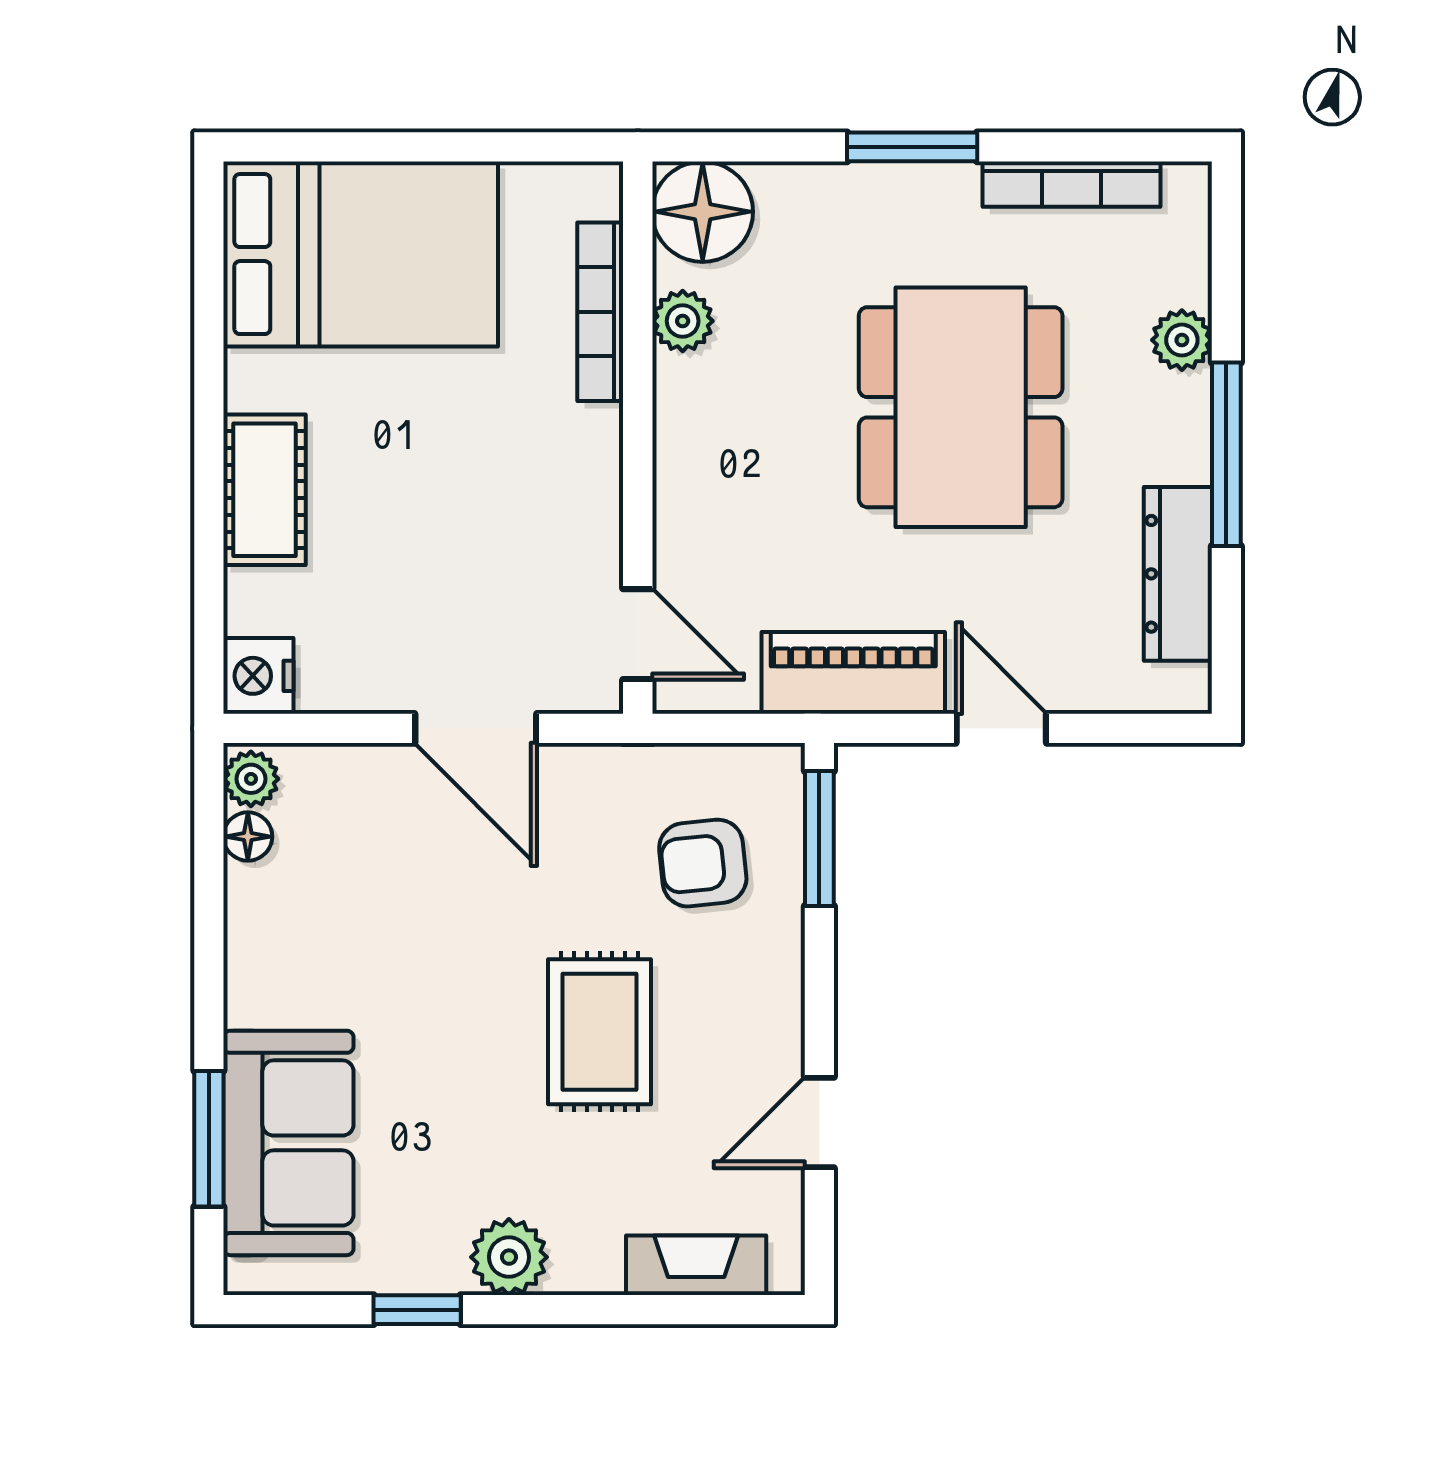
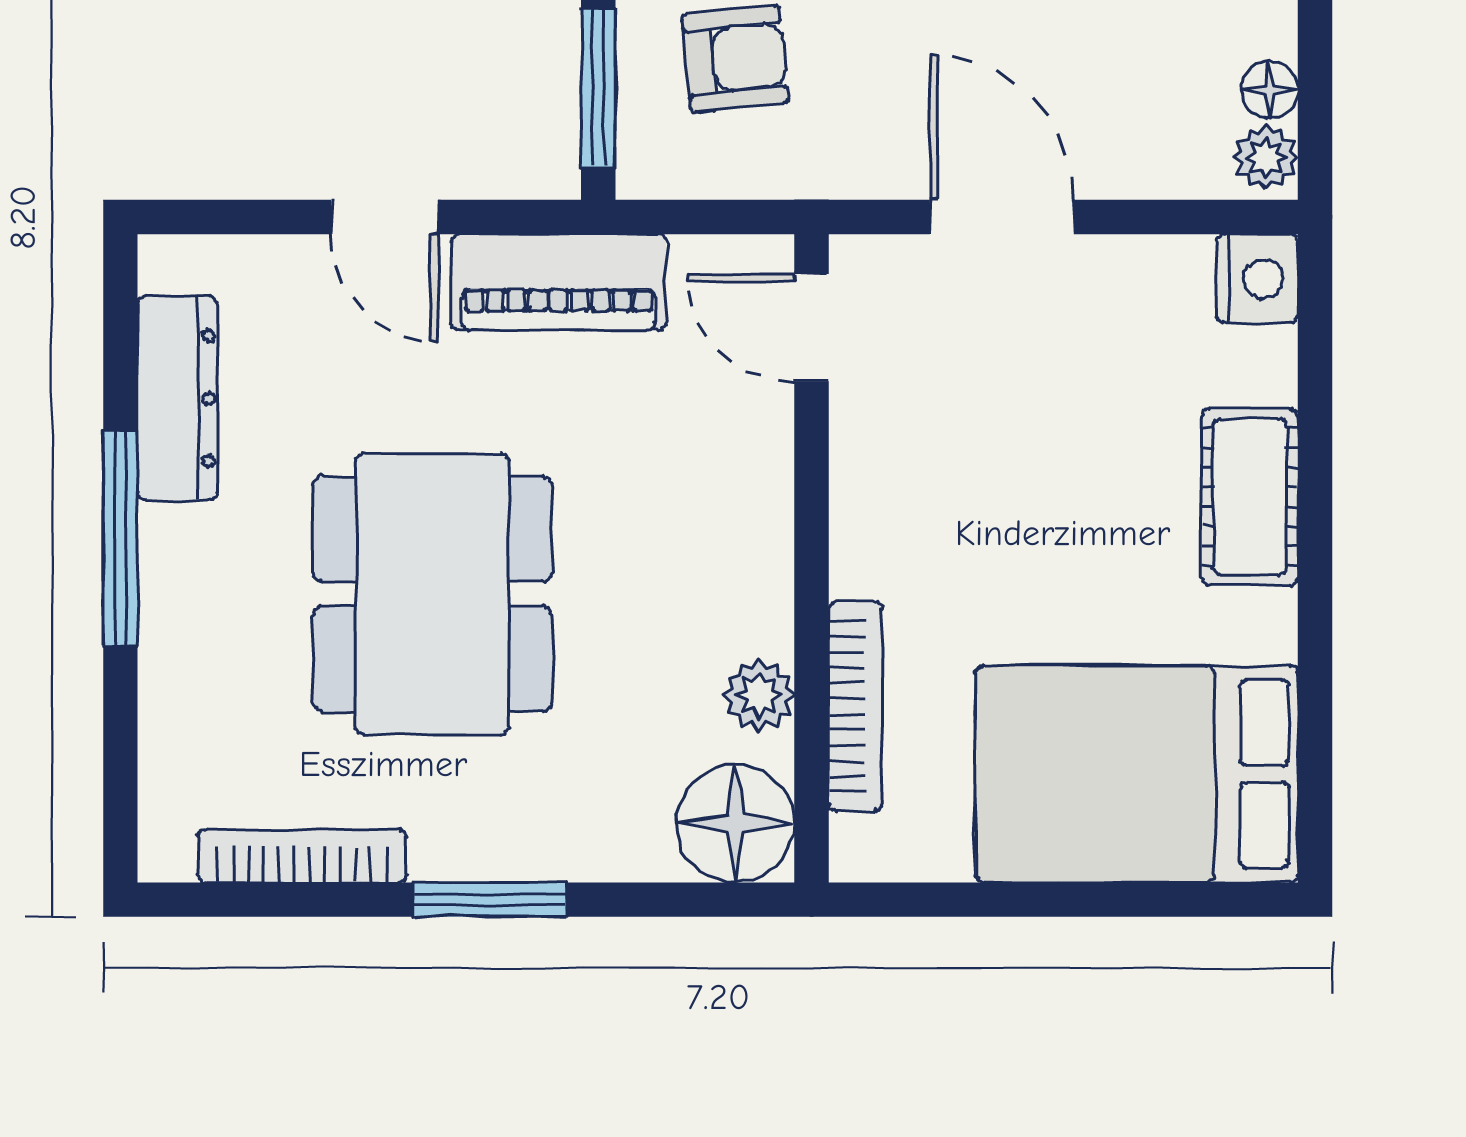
plant: (1182, 340) -> (173, 673), removed

